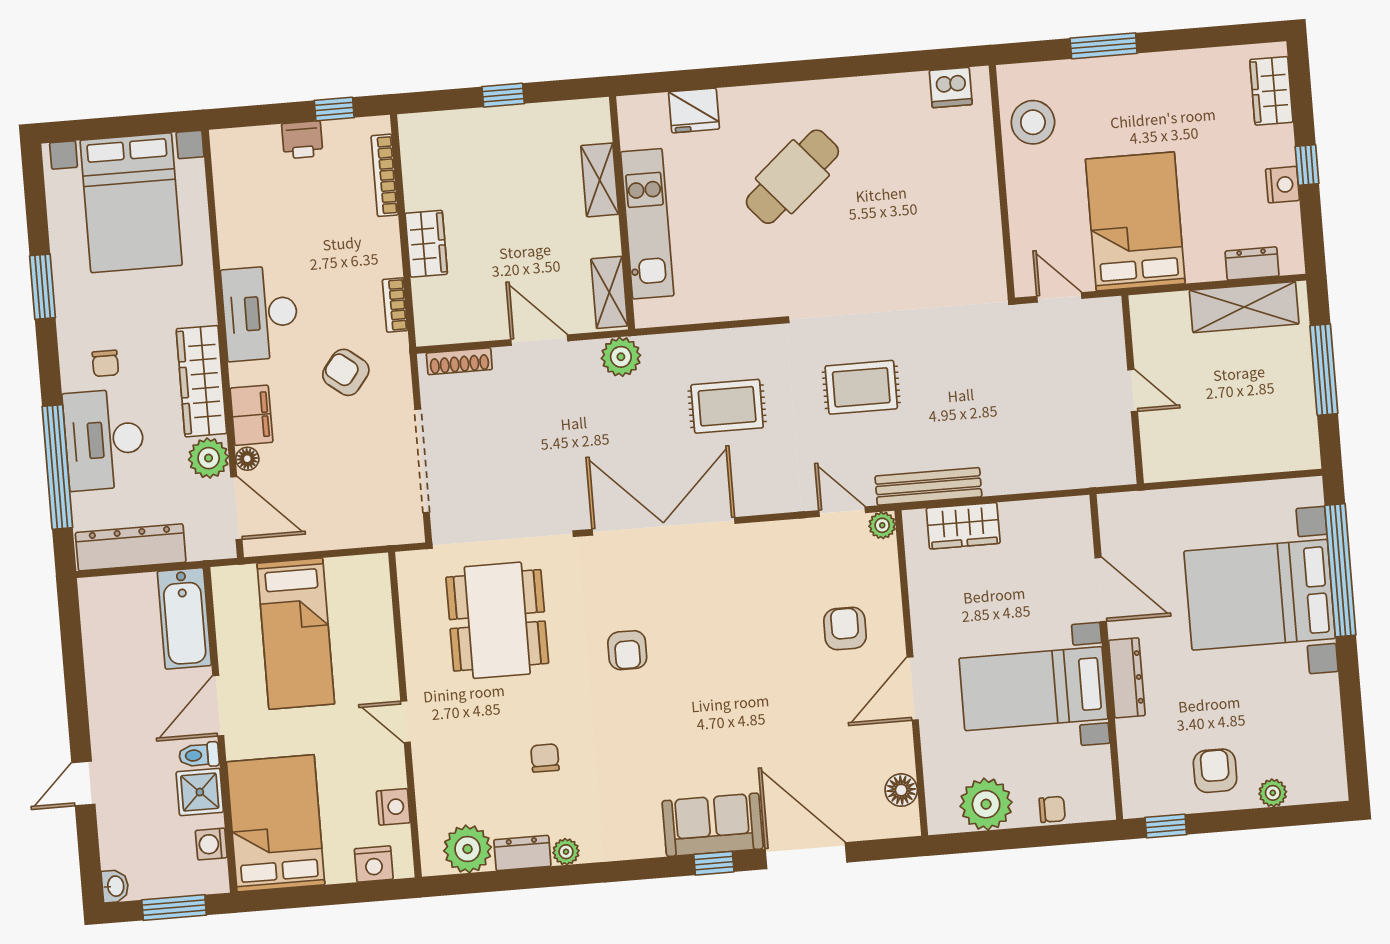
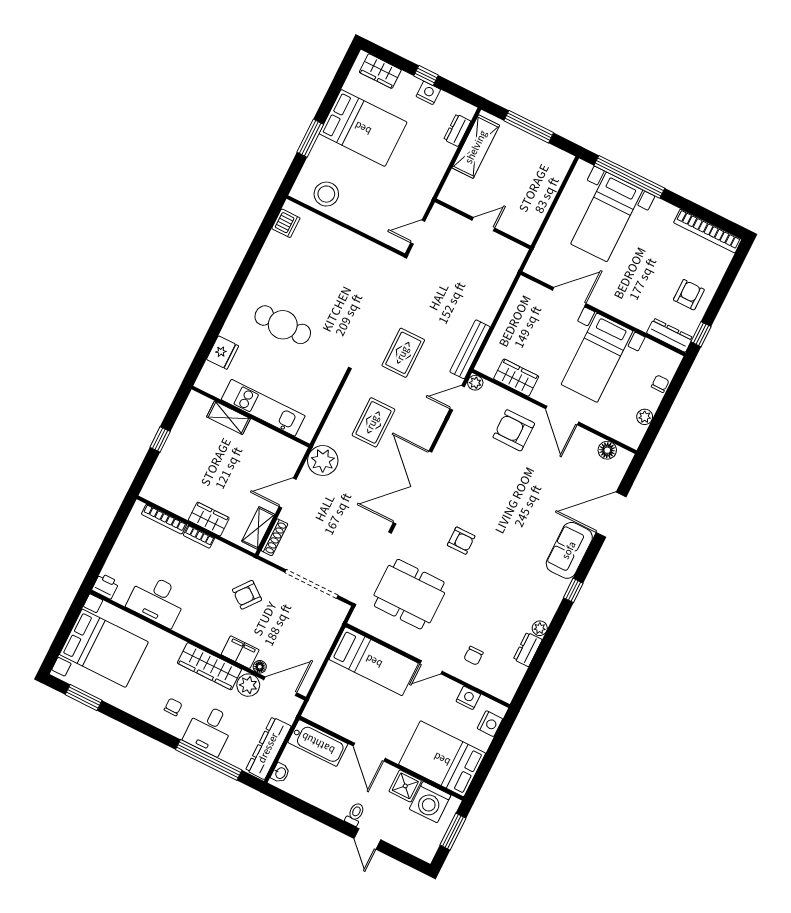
window: (334, 109) -> (118, 524), removed
printer: (302, 140) -> (106, 586), moved, turned -90
cafe table: (792, 177) -> (283, 325), turned -49
bed: (1135, 221) -> (363, 128), moved, turned 180
window: (43, 287) -> (84, 698), moved
shelving: (609, 292) -> (258, 528), moved, turned 90
bookcase: (395, 305) -> (199, 537), moved
desk: (260, 313) -> (157, 600), moved
plant: (621, 357) -> (323, 461), width x1.36, depth x1.36
chair: (105, 363) -> (173, 707), turned -90
desk: (104, 440) -> (209, 730), width x0.73
wardrobe: (963, 526) -> (516, 378), moved, turned -90
bed with nightstands: (1260, 595) -> (607, 217), width x0.73
armchair: (845, 629) -> (514, 430), width x1.38, depth x1.38
bed: (296, 634) -> (374, 661), moved
dresser: (1127, 678) -> (670, 335), moved
bookcase: (1330, 740) -> (708, 231), added
toilet: (199, 755) -> (355, 814), moved, turned 180
chair: (545, 758) -> (474, 656), moved, turned -90
armchair: (1215, 771) -> (689, 295), turned 90
plant: (1273, 793) -> (716, 274), removed
plant: (986, 804) -> (645, 417), width x0.53, depth x0.53
washing machine: (211, 844) -> (430, 802), width x1.89, depth x1.89
plant: (468, 849) -> (510, 674), removed
window: (714, 863) -> (573, 590), moved
washbasin: (115, 886) -> (280, 773), moved, turned 90

